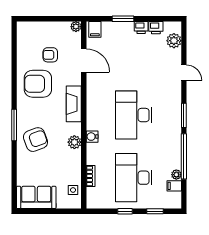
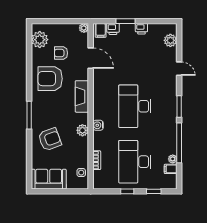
printer: (156, 28) -> (113, 29), moved
plant: (26, 40) -> (40, 40), added
armchair: (36, 140) -> (50, 139), moved

